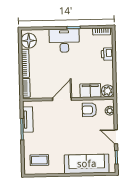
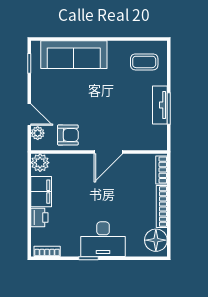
filing cabinet: (90, 91) -> (41, 192), moved, turned -90
tv unit: (28, 120) -> (160, 105), moved
door: (116, 137) -> (29, 115), moved

